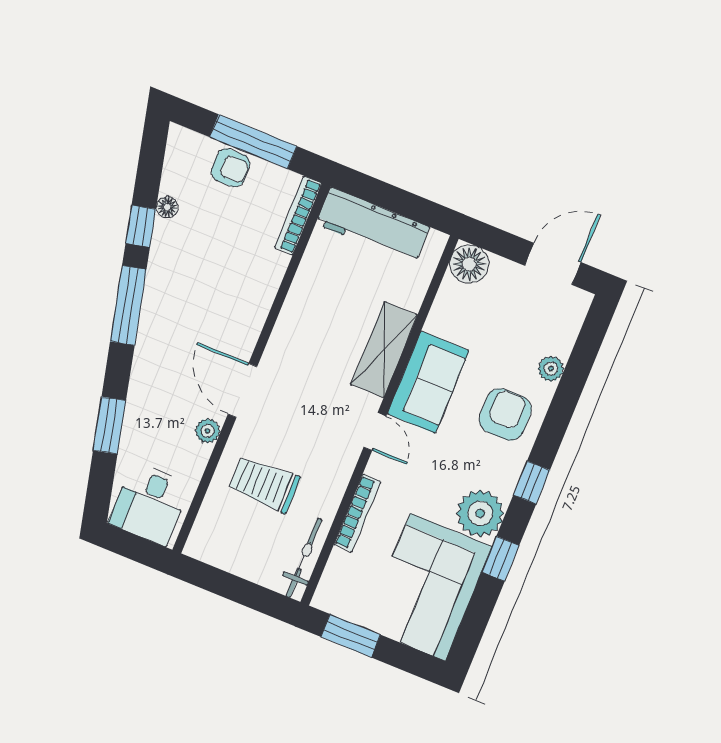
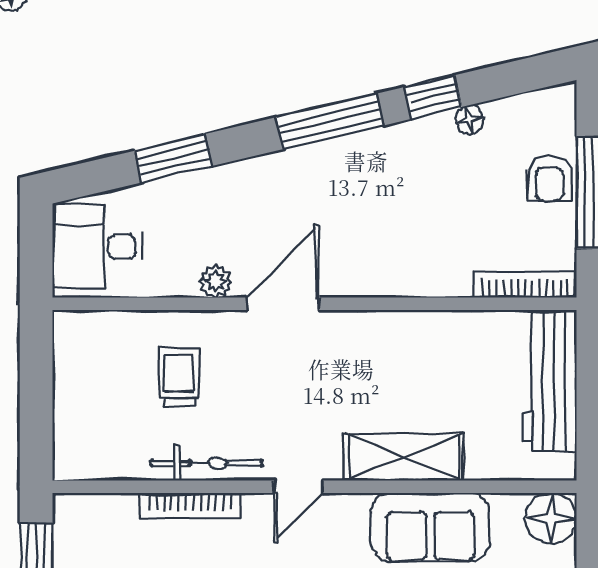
sofa: (428, 382) -> (430, 527), moved
trolley: (264, 484) -> (179, 377), width x0.73, depth x0.72
bicycle: (304, 558) -> (206, 463), moved

